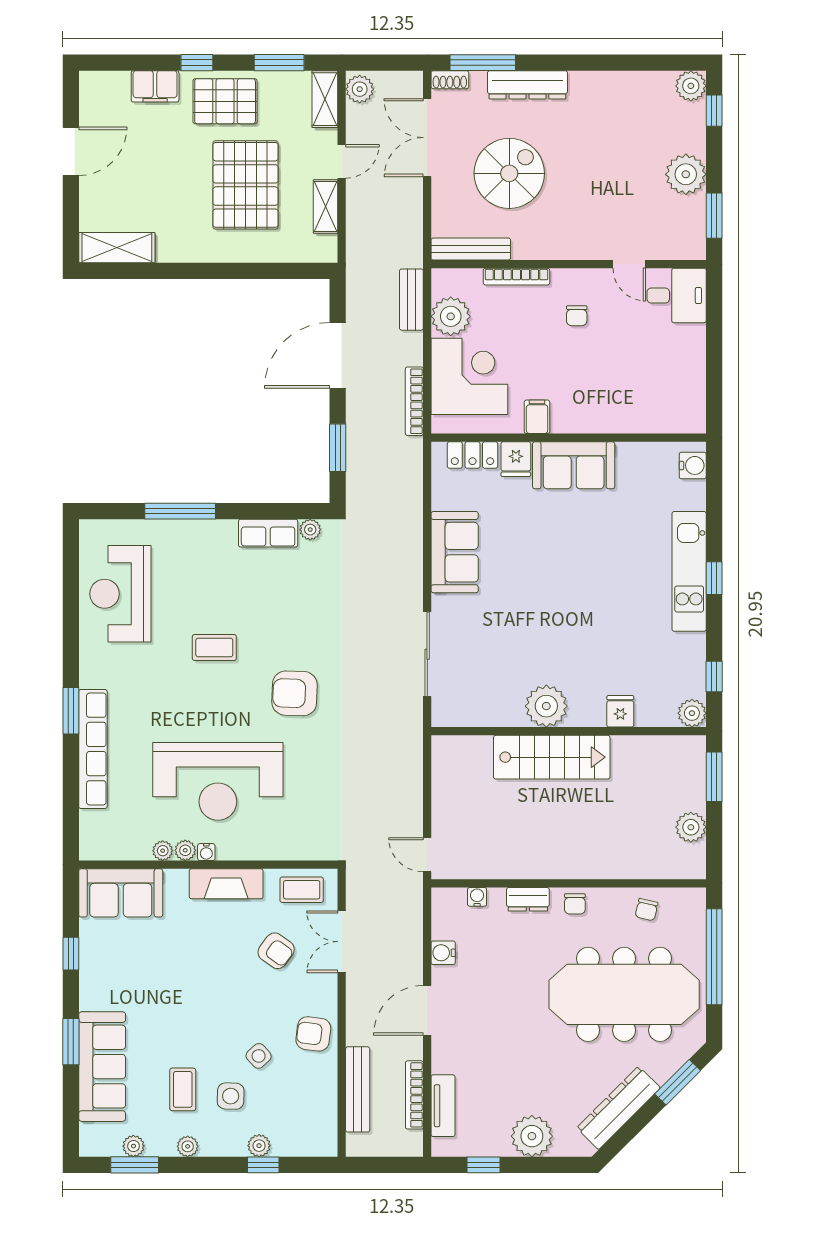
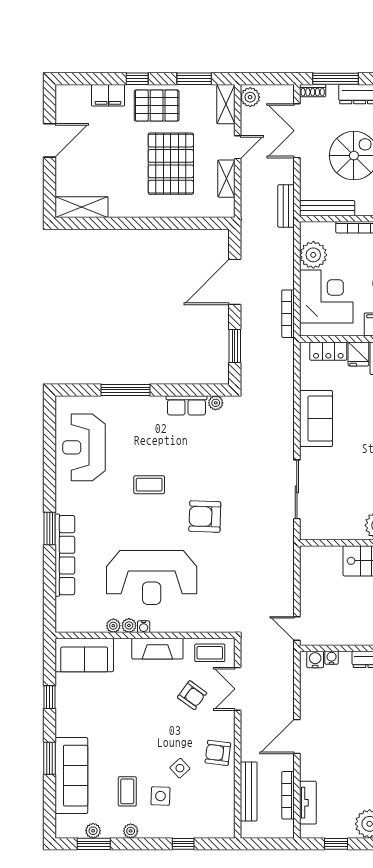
bench: (411, 300) -> (286, 206), moved
water cooler: (443, 953) -> (315, 659), moved, turned 90
plant: (259, 1146) -> (180, 830), removed

